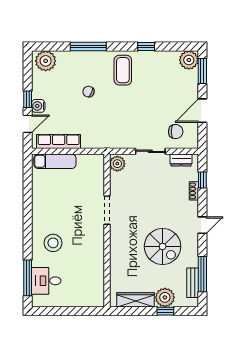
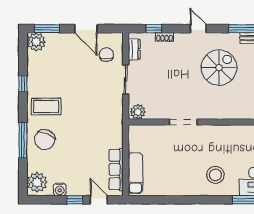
chair: (88, 92) -> (45, 140), moved, width x1.87, depth x1.87
water cooler: (38, 106) -> (60, 189), moved

